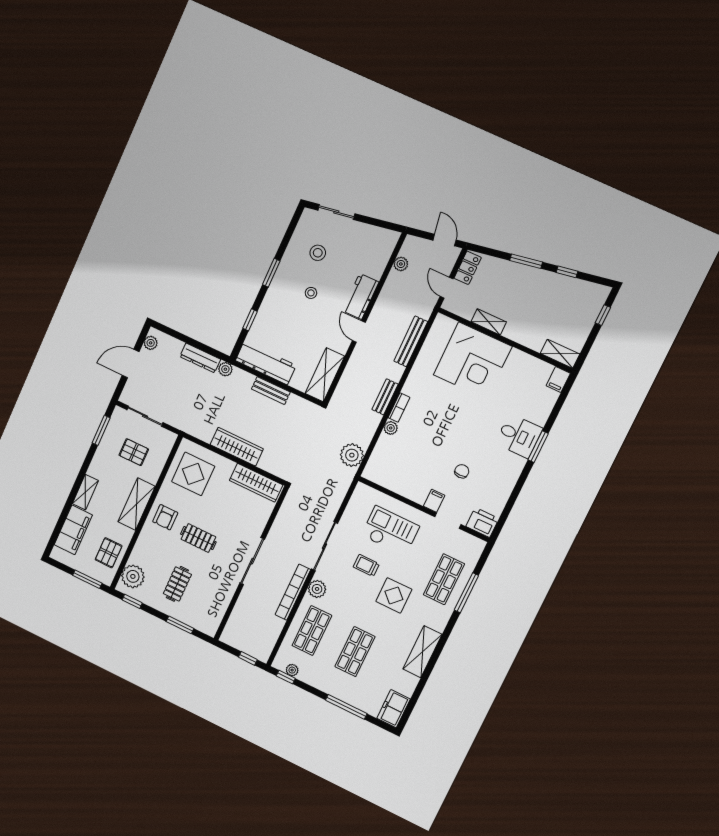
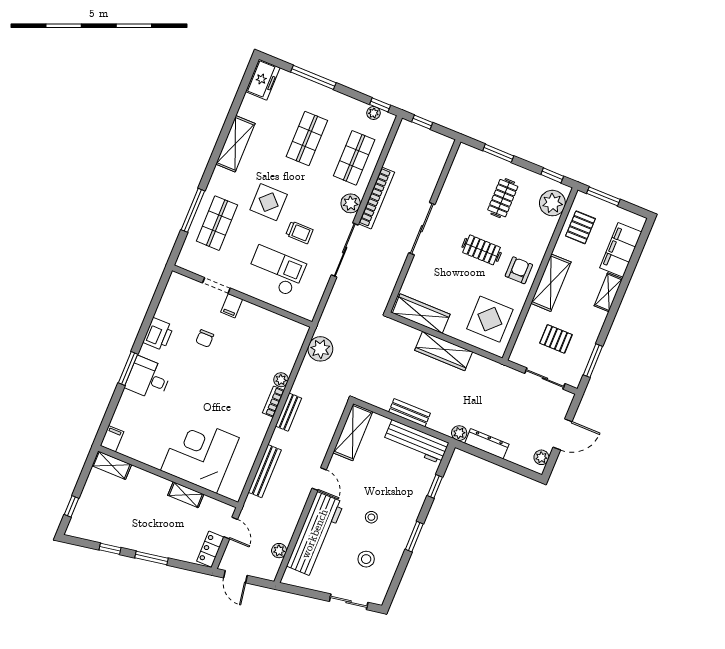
workbench: (361, 296) -> (315, 534), width x1.88, depth x1.32
printer: (482, 522) -> (158, 334), moved, turned -90
checkout: (390, 531) -> (276, 271), turned 180

